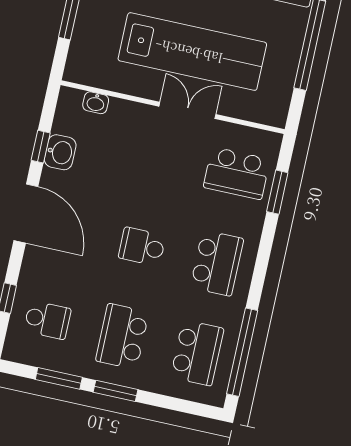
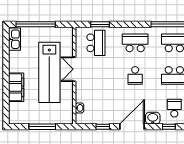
lab bench: (192, 52) -> (49, 72), turned 180
washbasin: (60, 152) -> (153, 118), moved

